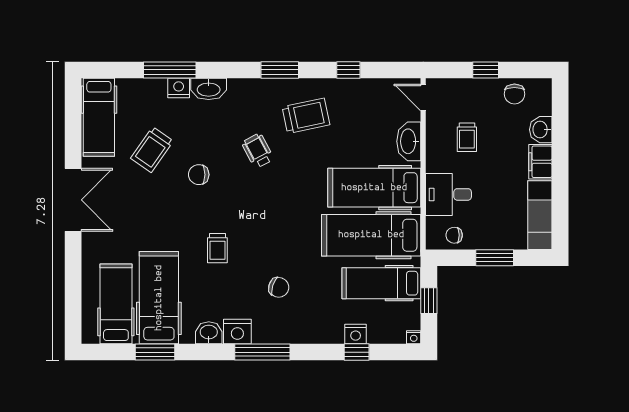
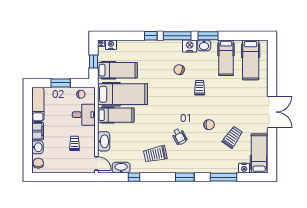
window: (280, 70) -> (185, 177), moved
window: (486, 70) -> (65, 177), removed
nightstand: (179, 88) -> (244, 168), moved
washbasin: (209, 89) -> (121, 168), moved
chair: (514, 94) -> (38, 163), moved
hospital bed: (374, 188) -> (116, 115), width x0.73, depth x0.78
double door: (73, 200) -> (272, 112), swing flipped
chair: (279, 287) -> (179, 70), moved
hospital bed: (159, 298) -> (226, 58), width x0.73, depth x0.78
nightstand: (356, 334) -> (111, 45), moved
window: (155, 352) -> (208, 36), moved
window: (357, 352) -> (151, 36), moved

